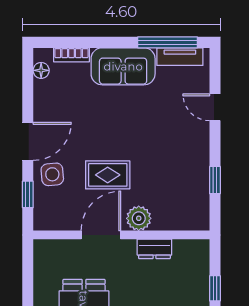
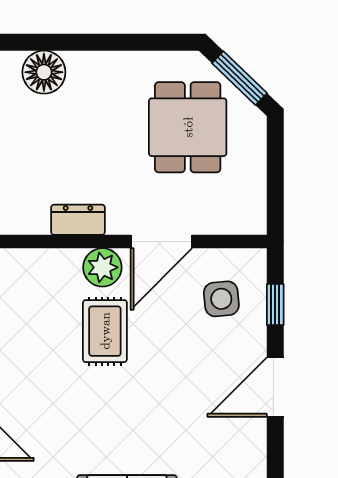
side table: (52, 174) -> (221, 299), moved
rug: (108, 175) -> (105, 331), moved, turned 90

